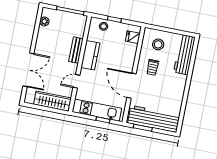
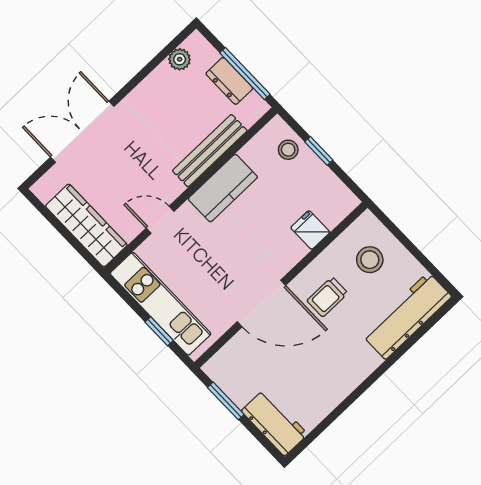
dresser: (67, 17) -> (229, 81), added
fridge: (133, 37) -> (310, 230), moved
bench: (76, 50) -> (210, 151), width x1.36
double door: (28, 70) -> (82, 132), swing flipped
door: (132, 86) -> (261, 304), swing flipped
workbench: (154, 119) -> (274, 423), width x0.53, depth x0.76

